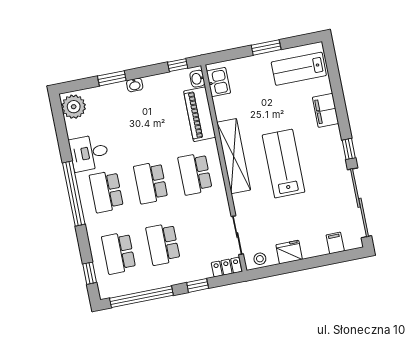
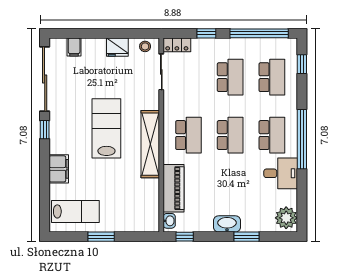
kitchen sink: (218, 82) -> (151, 214), removed
washbasin: (135, 85) -> (227, 224), width x1.91, depth x1.45
lab bench: (284, 164) -> (106, 128), turned 180

